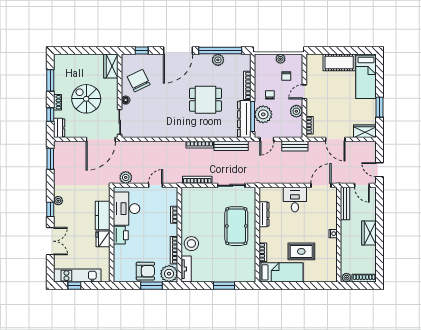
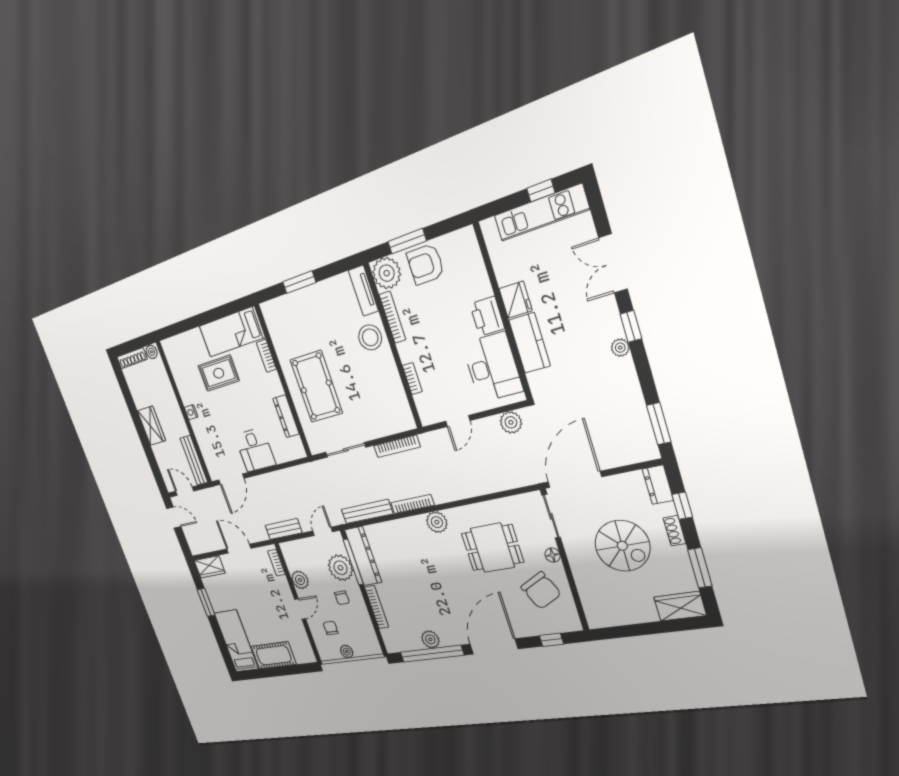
wardrobe: (111, 66) -> (680, 606), moved, turned -90
dining table: (205, 100) -> (492, 548), moved
plant: (188, 131) -> (437, 522), added

